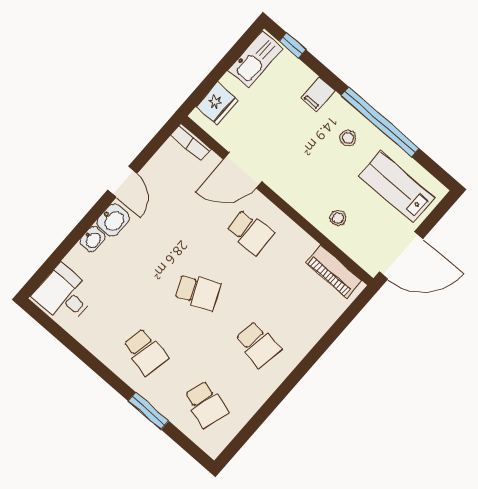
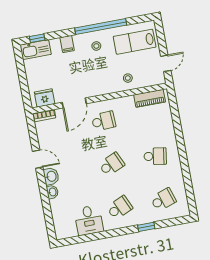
kitchen sink: (255, 59) -> (36, 50), moved, turned 90
fridge: (217, 103) -> (45, 98), moved, turned -90
door: (401, 255) -> (166, 63), width x0.53
desk: (64, 295) -> (89, 220), moved, turned -90
school desk: (146, 352) -> (120, 208), turned -36
school desk: (206, 404) -> (163, 200), turned -36
window: (148, 411) -> (146, 227), width x0.67

